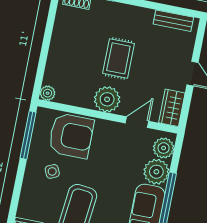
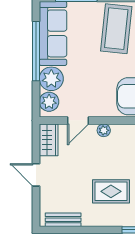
rug: (118, 58) -> (111, 191), moved, turned 90
plant: (107, 99) -> (104, 130), width x0.53, depth x0.53

